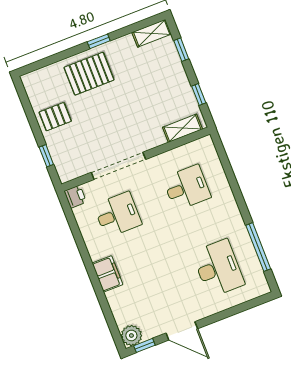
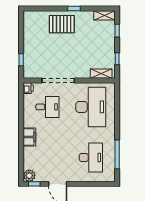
pallet: (55, 117) -> (34, 40), removed
desk: (187, 188) -> (91, 107), width x1.87, depth x1.30

